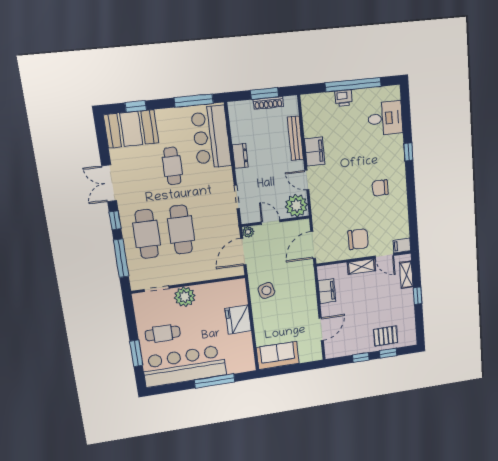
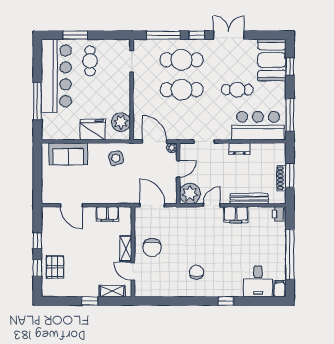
printer: (344, 98) -> (279, 214), moved
filing cabinet: (402, 245) -> (280, 289), moved
door: (384, 256) -> (133, 271), hinge flipped
plant: (185, 297) -> (121, 122), moved
sofa: (278, 355) -> (68, 154), moved, turned 90

